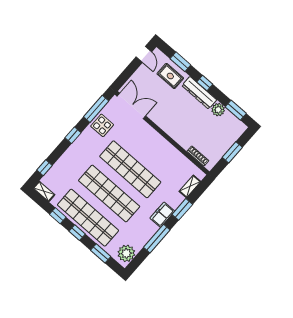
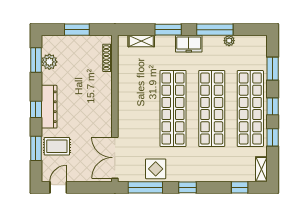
rug: (170, 76) -> (57, 146), turned 90
plant: (218, 110) -> (49, 62), moved
plant: (126, 253) -> (229, 41), moved, width x0.53, depth x0.53

